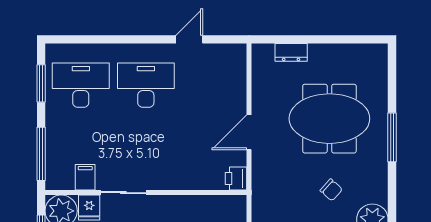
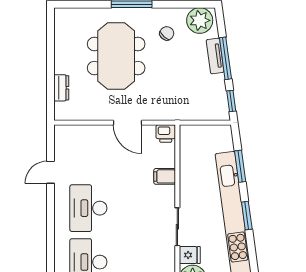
door: (189, 39) -> (50, 172), hinge flipped
filing cabinet: (85, 177) -> (165, 176), moved
chair: (331, 190) -> (167, 33), moved

